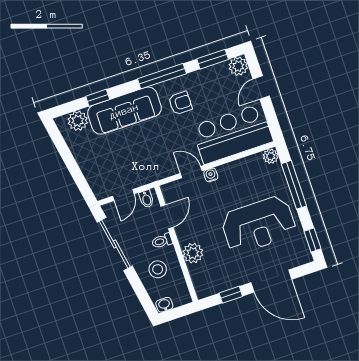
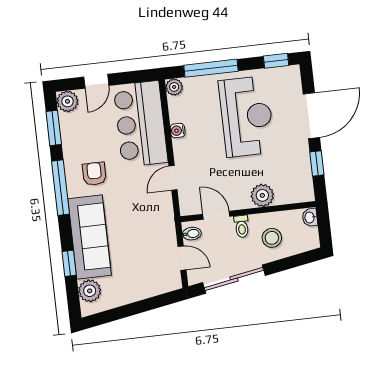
door: (261, 88) -> (96, 81), hinge flipped
water cooler: (211, 175) -> (178, 131), moved
washbasin: (164, 305) -> (310, 217), moved

